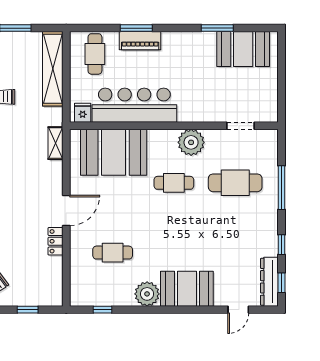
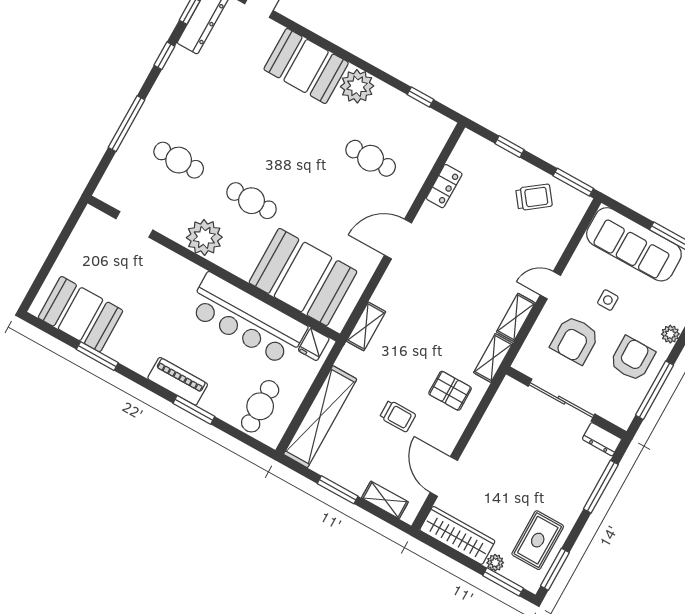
piano: (140, 41) -> (178, 381), moved
cafe table: (235, 183) -> (179, 160), width x0.73, depth x0.74
locker: (55, 241) -> (444, 186), moved

